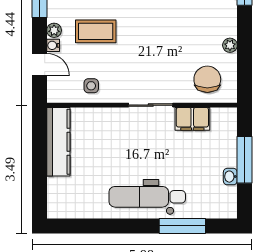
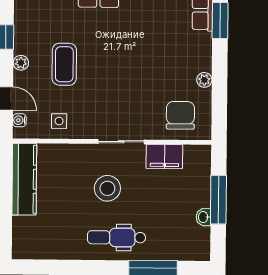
coffee table: (96, 31) -> (64, 64), turned 90
water cooler: (53, 45) -> (19, 120), moved
stool: (138, 150) -> (107, 188), added
dental chair: (147, 197) -> (117, 237), width x0.73, depth x0.72

